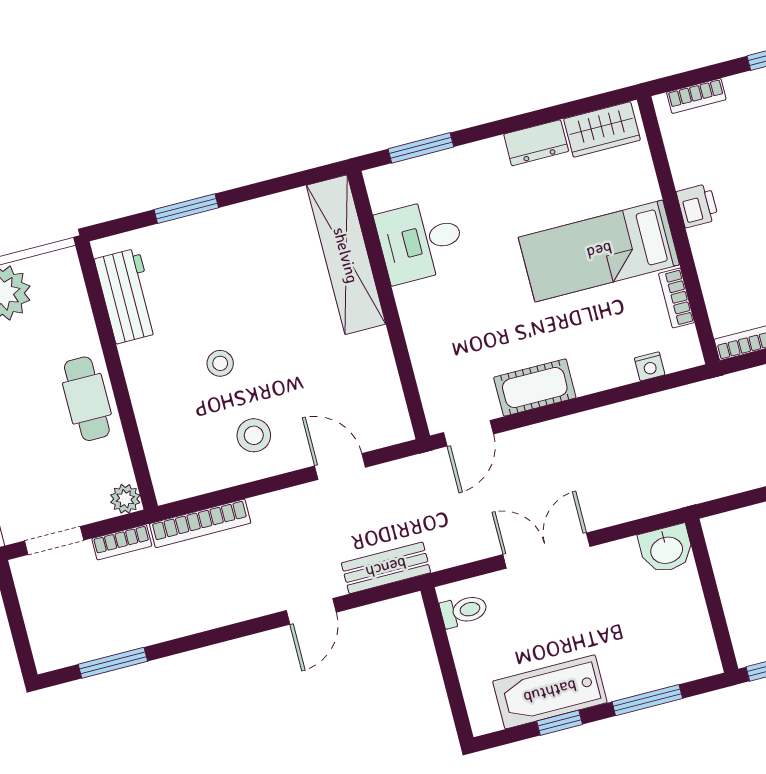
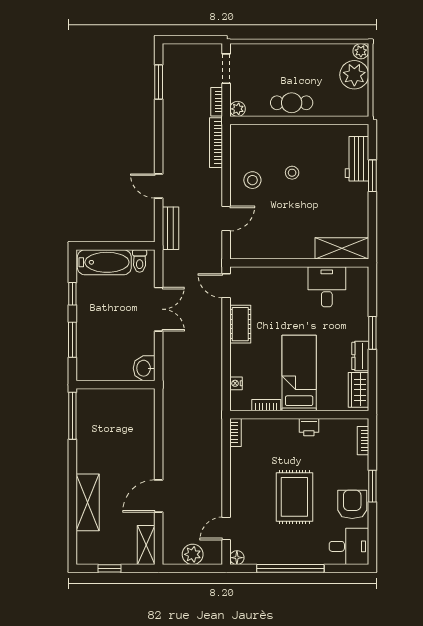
window: (421, 148) -> (372, 333), moved
shelving: (346, 255) -> (342, 248), width x0.68
workbench: (127, 296) -> (357, 159), moved, turned 90
bathtub: (550, 692) -> (104, 262), moved, turned 90

